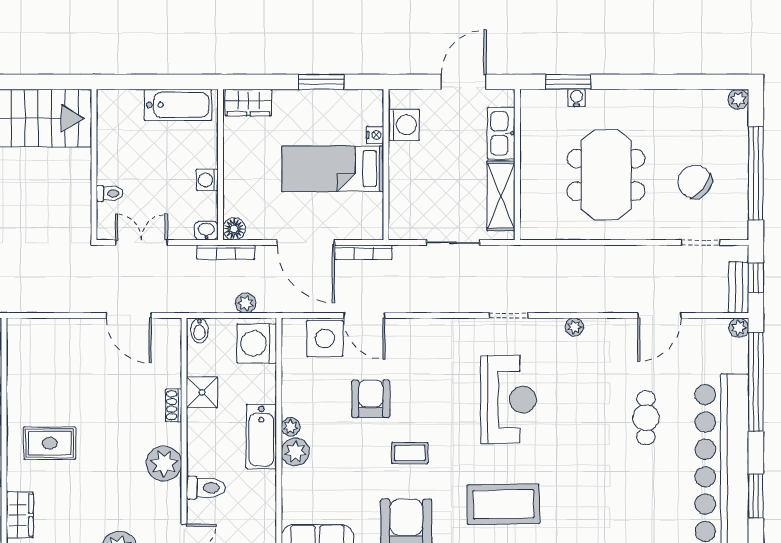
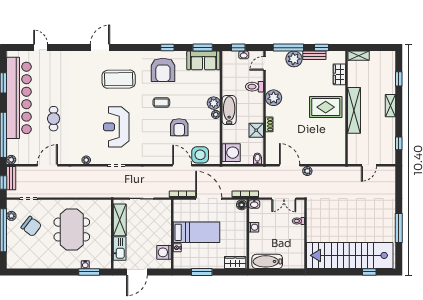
plant: (738, 99) -> (11, 216), moved
plant: (246, 303) -> (307, 171), moved
rug: (50, 443) -> (326, 107), width x1.36, depth x1.43

